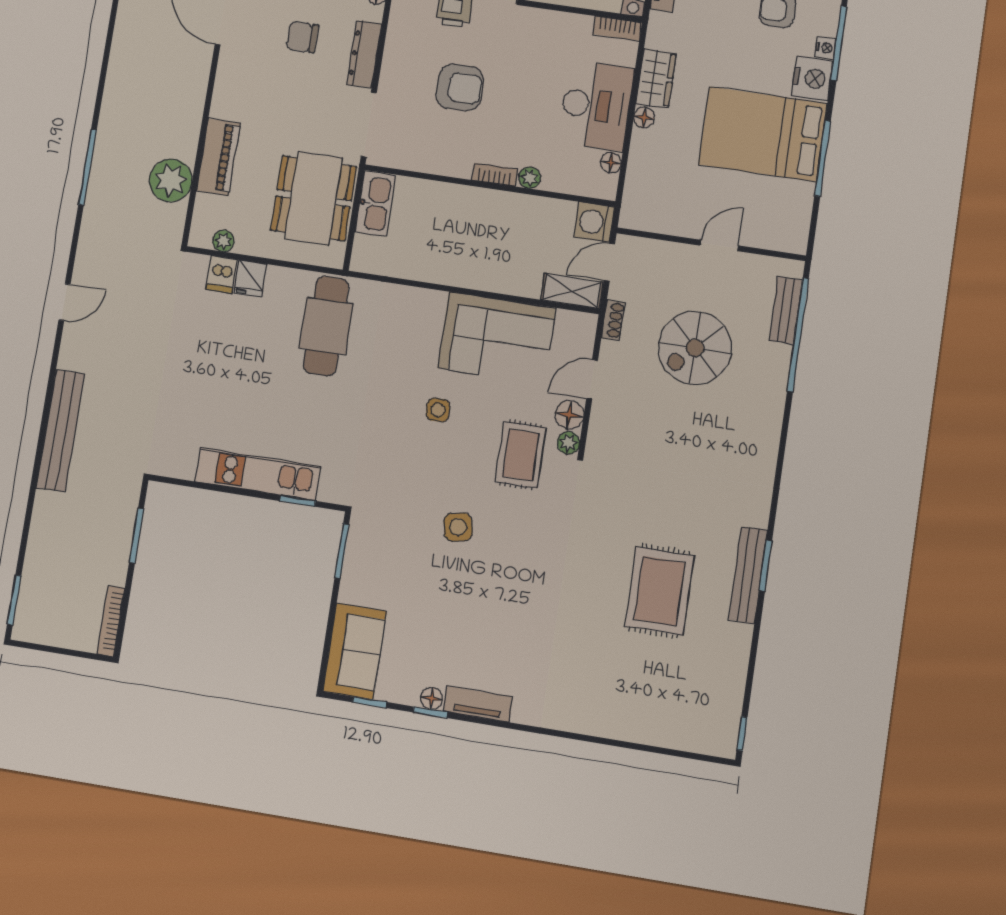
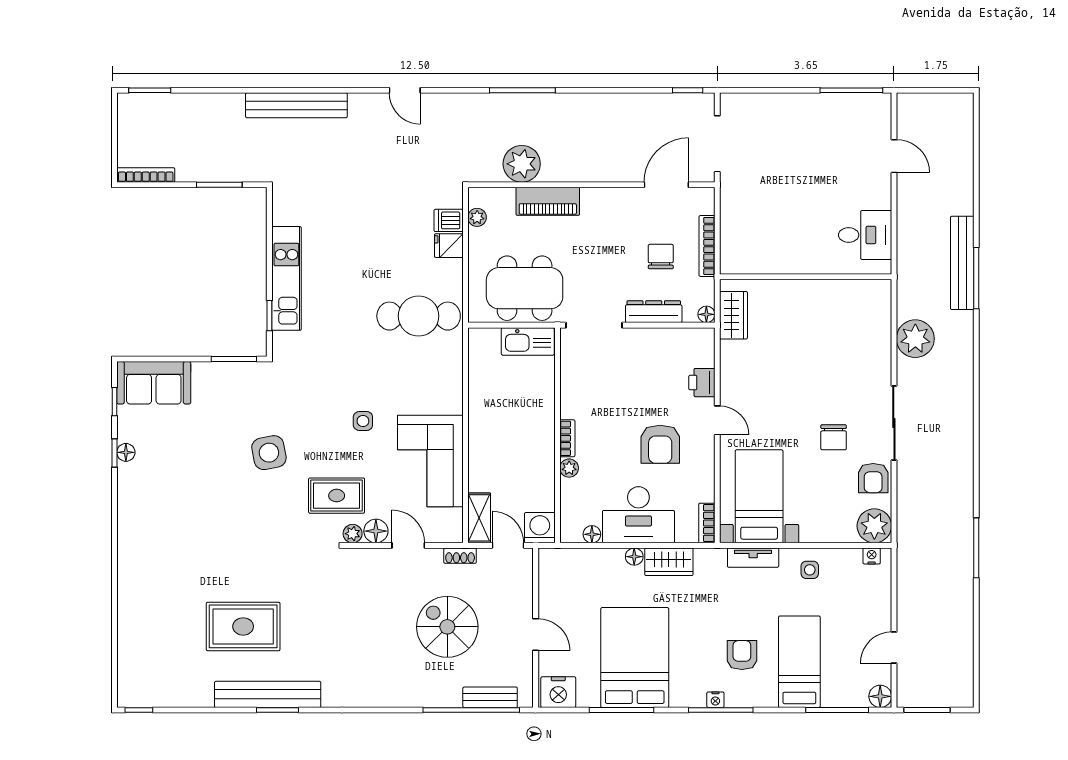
nightstand: (812, 78) -> (558, 692), moved
armchair: (460, 87) -> (660, 444), moved
side table: (458, 527) -> (269, 453), width x1.37, depth x1.37
bench: (748, 575) -> (268, 694), width x1.37, depth x1.21
tv unit: (478, 704) -> (127, 491), removed

